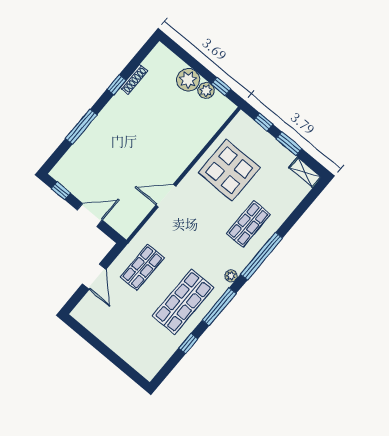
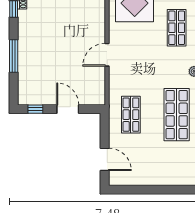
door: (90, 215) -> (68, 109), hinge flipped
door: (94, 277) -> (105, 159), moved

